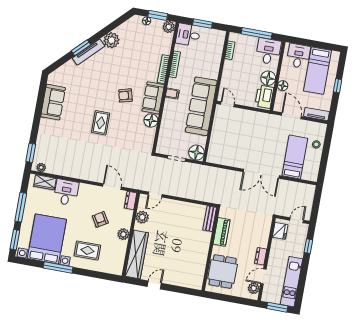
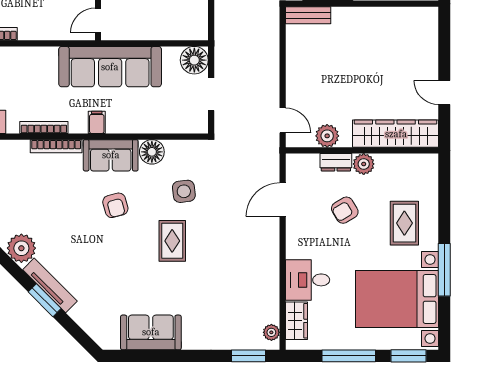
rug: (101, 123) -> (172, 241), turned 90
side table: (126, 134) -> (184, 191), added
dresser: (131, 200) -> (336, 162), moved

